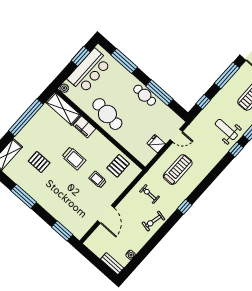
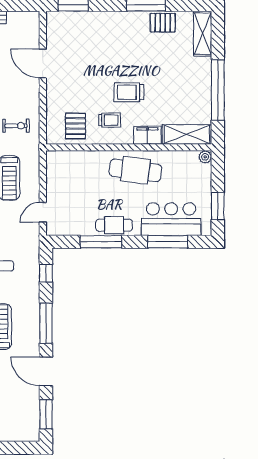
bar counter: (89, 71) -> (171, 219), moved, turned 90
fridge: (156, 144) -> (56, 185), removed
pallet: (39, 162) -> (163, 23), moved
trolley: (98, 180) -> (110, 120), moved

